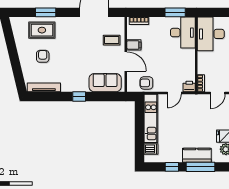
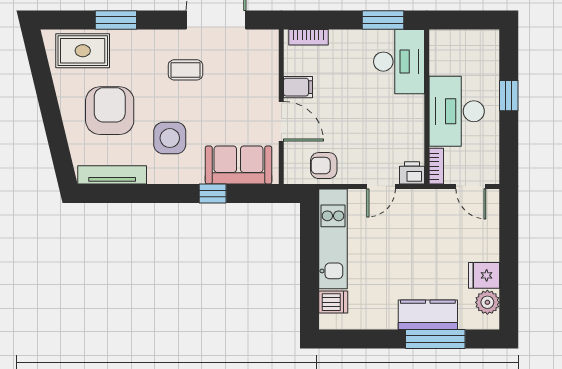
rug: (42, 30) -> (83, 51), moved
desk: (211, 34) -> (457, 111), moved
coffee table: (112, 40) -> (185, 70), moved
armchair: (43, 56) -> (110, 111), width x1.88, depth x1.88
side table: (72, 70) -> (170, 138), added
door: (218, 93) -> (471, 186), hinge flipped
window: (79, 96) -> (213, 193), moved
window: (172, 167) -> (376, 339), removed

